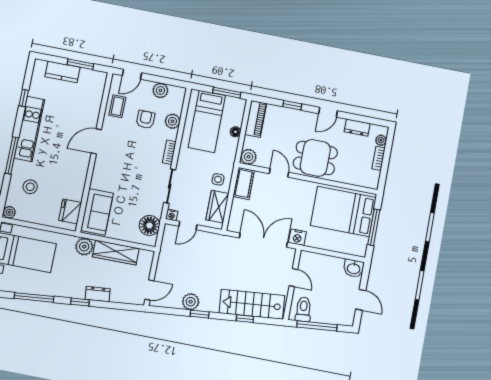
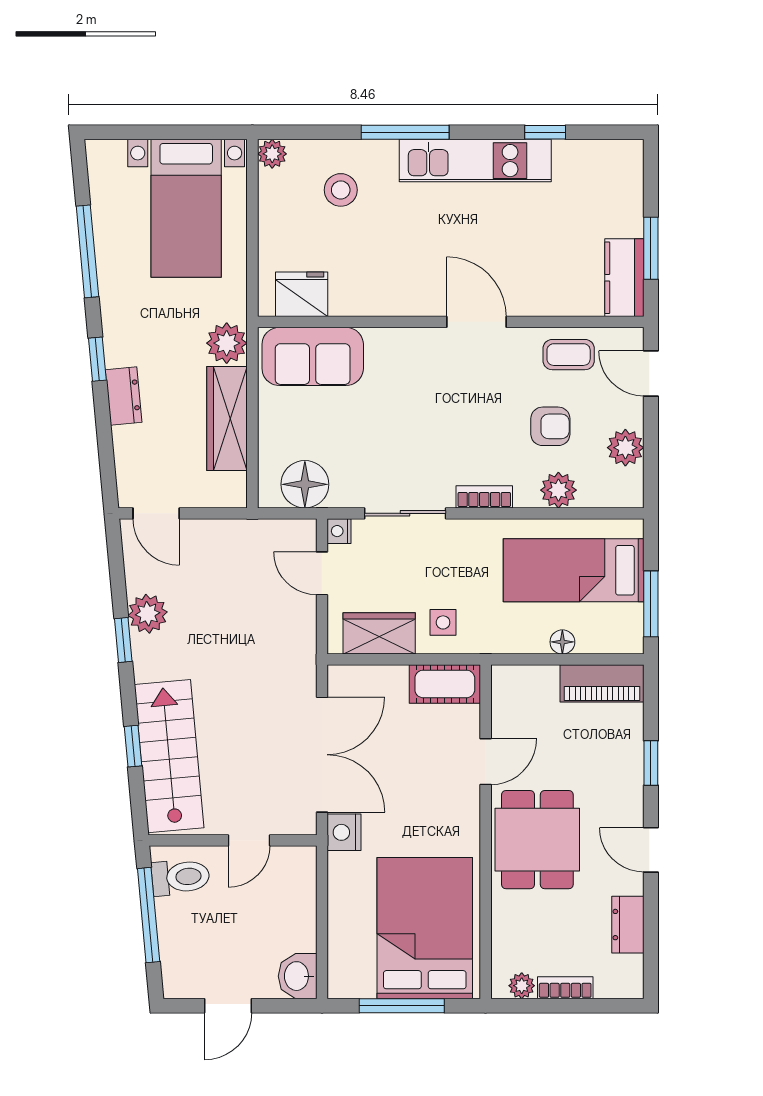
kitchen counter: (63, 72) -> (624, 278), moved
plant: (381, 140) -> (522, 986), moved
plant: (248, 157) -> (510, 683), removed

